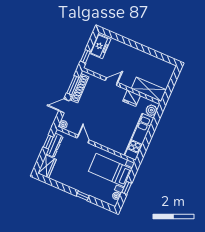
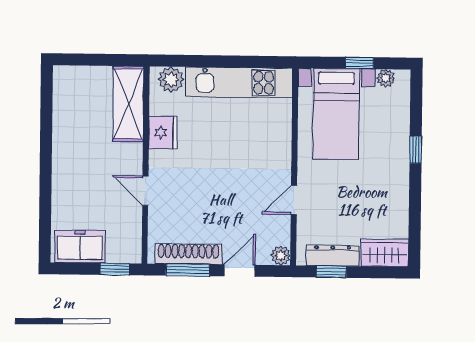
door: (64, 106) -> (240, 271), swing flipped

